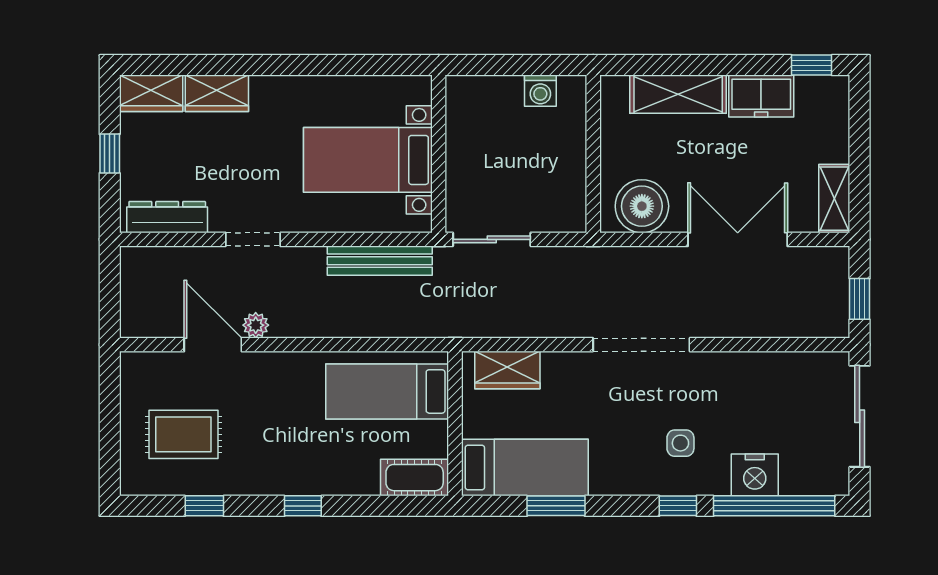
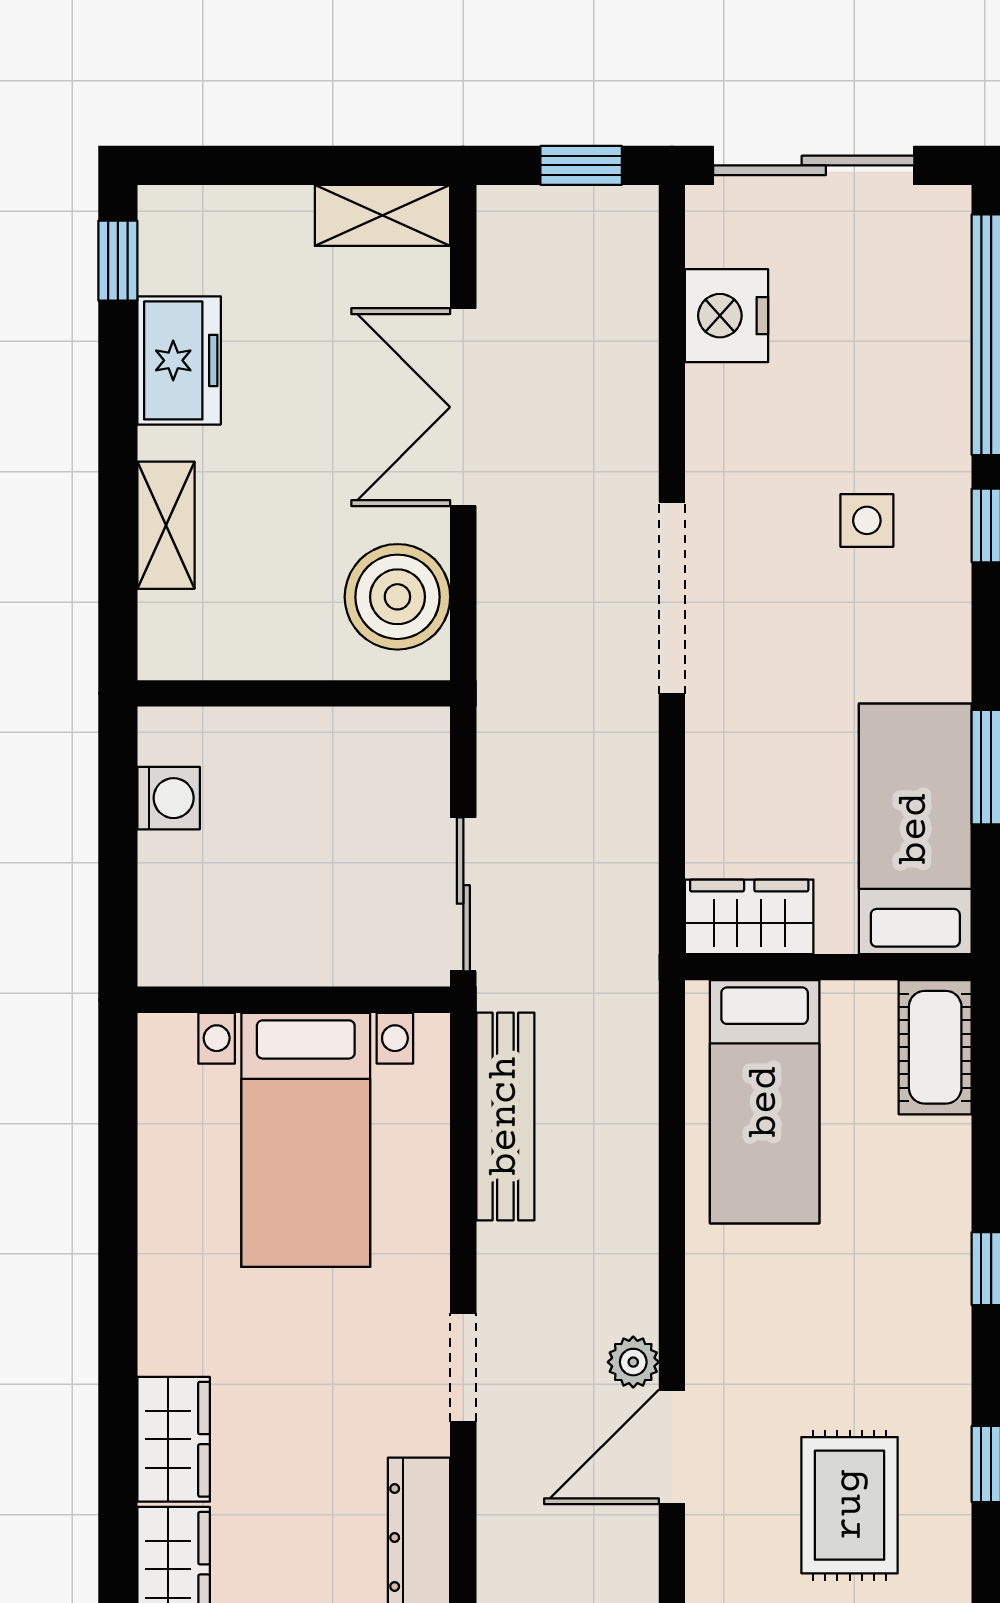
shelving: (678, 94) -> (166, 525), width x0.67, depth x0.75
wardrobe: (507, 370) -> (749, 917), moved, turned -90
nightstand: (755, 475) -> (727, 316), moved, turned 180

